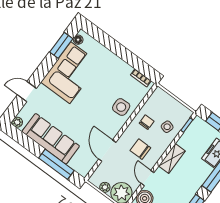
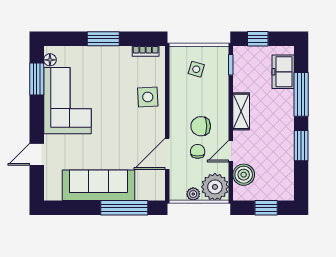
window: (120, 51) -> (103, 39), added
plant: (17, 122) -> (50, 194), removed
chair: (147, 122) -> (198, 151), moved
side table: (167, 127) -> (196, 69), moved
door: (107, 151) -> (167, 154), hinge flipped
door: (147, 178) -> (231, 151), hinge flipped

